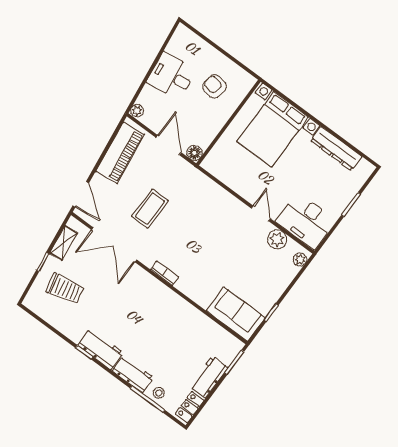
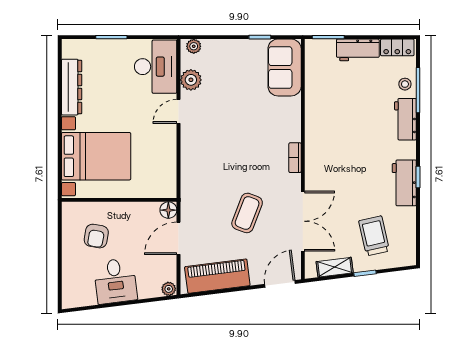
coffee table: (150, 209) -> (247, 213), turned -69
workbench: (101, 349) -> (404, 183), moved

